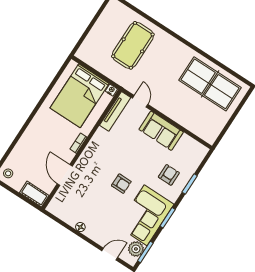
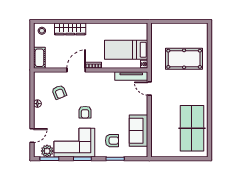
bed: (80, 96) -> (126, 50), width x0.67
door: (140, 101) -> (149, 89), swing flipped
sofa: (161, 131) -> (139, 131), moved
wardrobe: (25, 143) -> (70, 29), added
door: (65, 175) -> (76, 70), moved
armchair: (83, 197) -> (59, 92), added
door: (110, 254) -> (32, 136), hinge flipped

